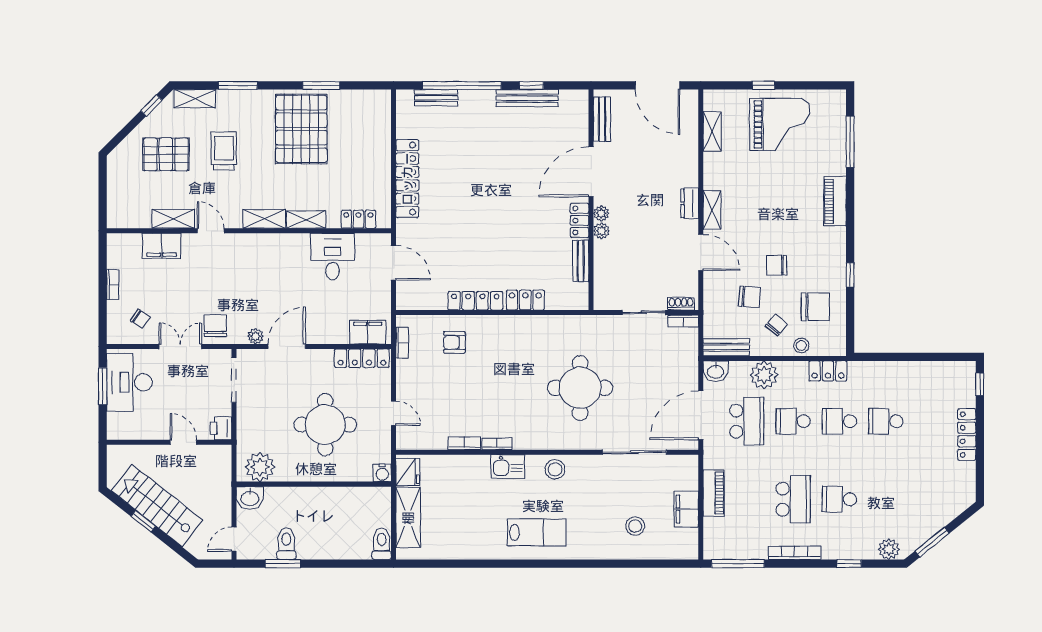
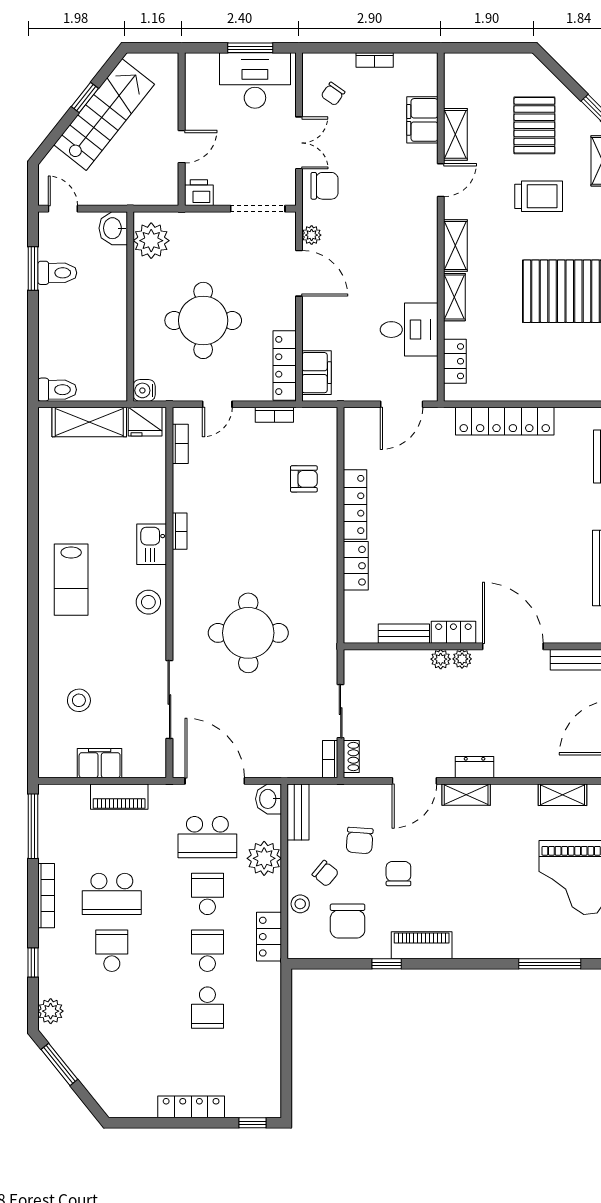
piano: (835, 201) -> (422, 945), moved
armchair: (454, 342) -> (304, 479), turned 90
bookcase: (402, 343) -> (274, 415), moved
school desk: (886, 421) -> (207, 1008), turned 180
bookcase: (464, 443) -> (180, 444), moved

